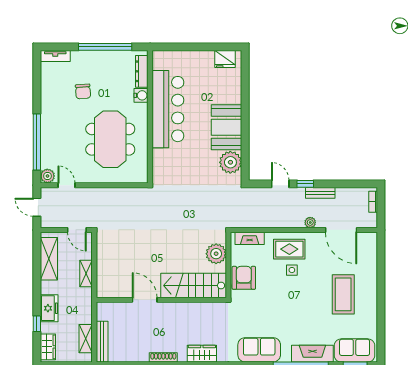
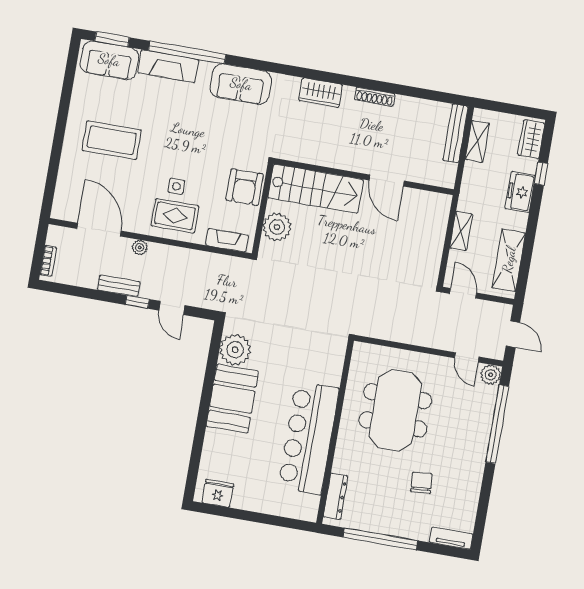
water cooler: (141, 95) -> (342, 463), removed
coffee table: (343, 294) -> (112, 140), turned 90

